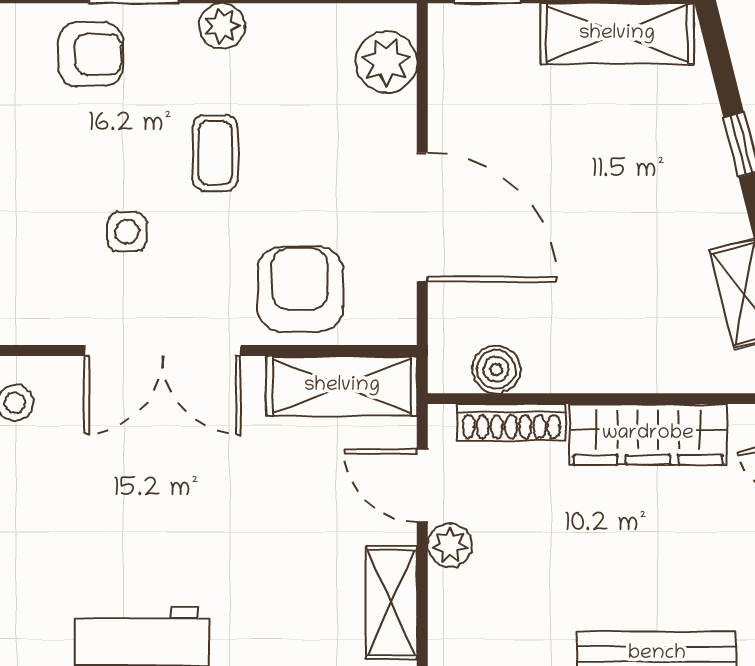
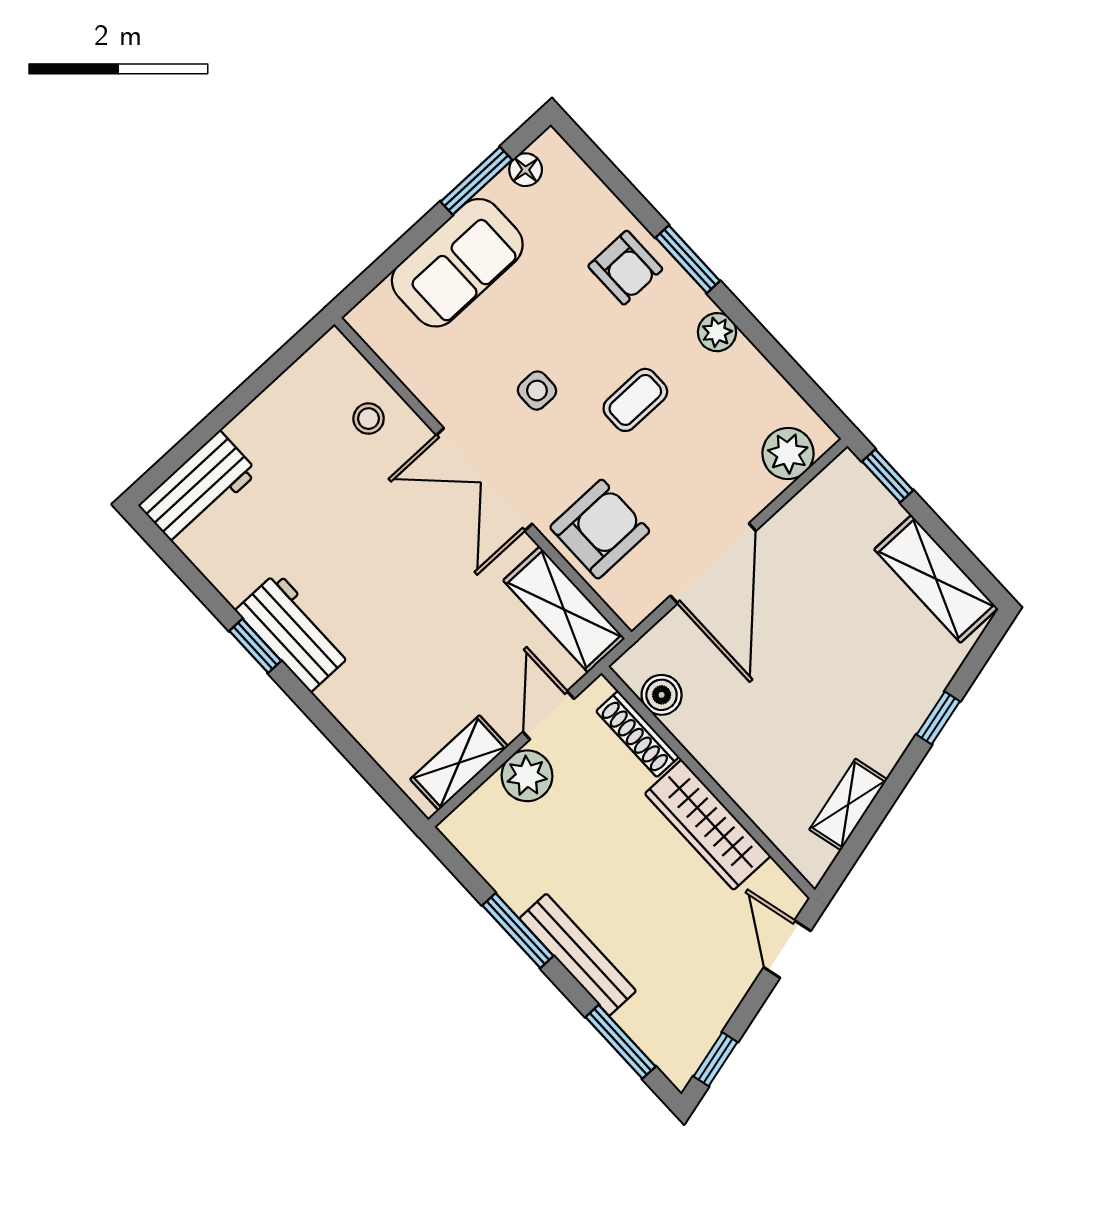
plant: (450, 545) -> (527, 776), width x1.38, depth x1.38

